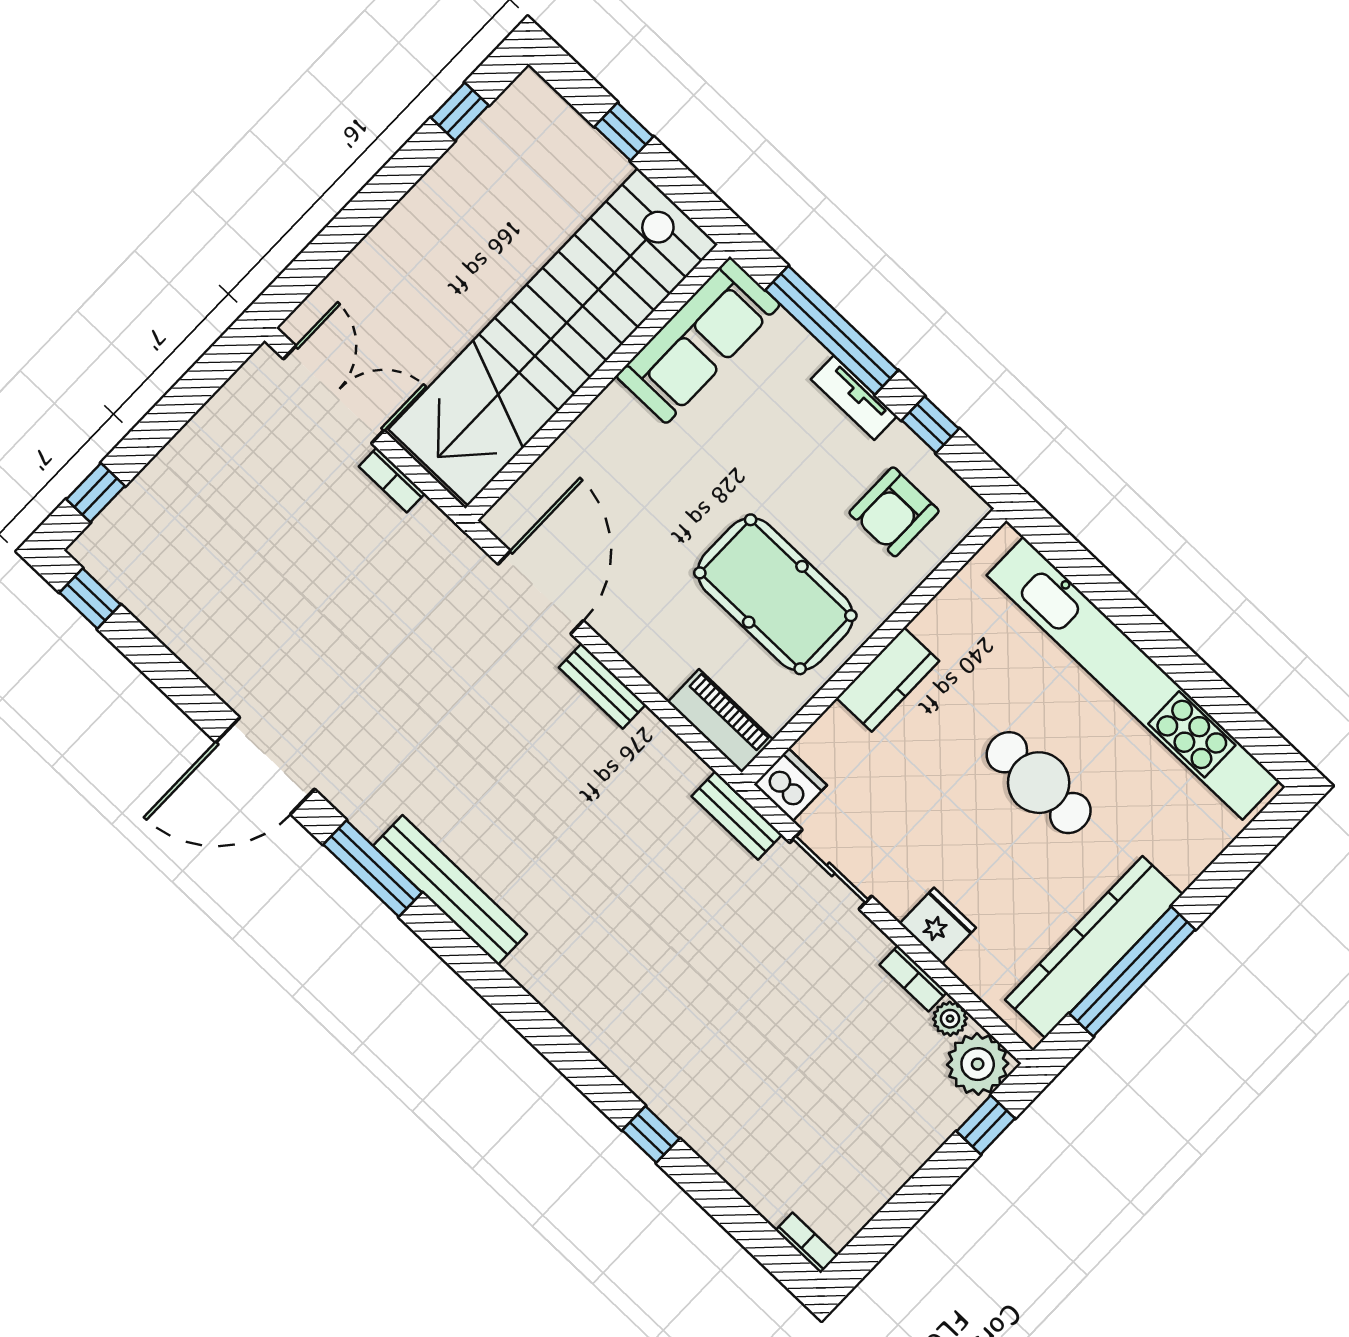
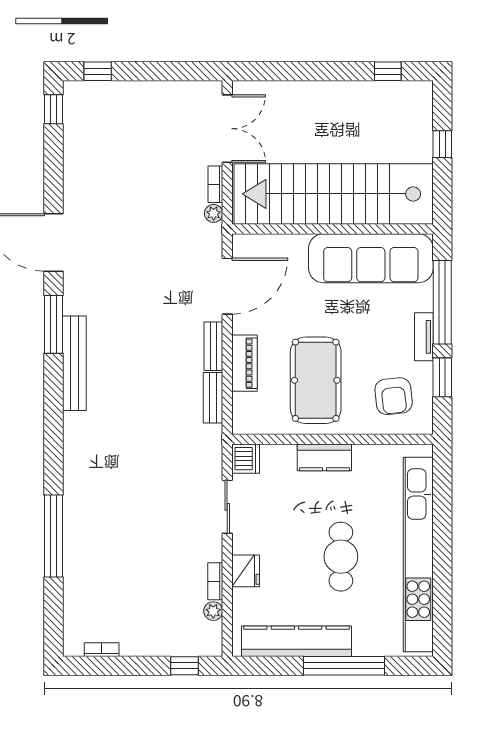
sofa: (698, 340) -> (371, 258), width x1.36, depth x1.27
window: (930, 425) -> (442, 377), width x1.50
armchair: (894, 512) -> (394, 396), turned -96
piano: (720, 721) -> (244, 363), moved
bench: (737, 816) -> (213, 398), moved
window: (1132, 971) -> (344, 666), moved
plant: (978, 1064) -> (214, 213), moved, width x0.53, depth x0.53
window: (651, 1134) -> (53, 536), width x3.17
bookcase: (807, 1243) -> (102, 650), moved, turned -90

